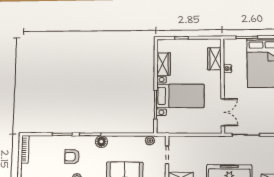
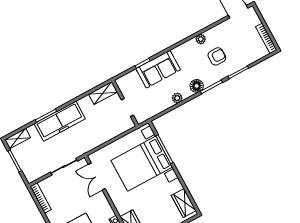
wardrobe: (164, 64) -> (184, 203), moved
bed with nightstands: (180, 96) -> (142, 164), width x1.36
plant: (150, 141) -> (177, 98), moved

